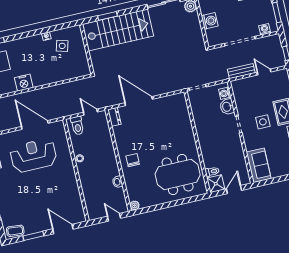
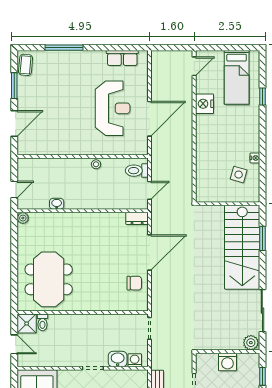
nightstand: (24, 83) -> (204, 104), moved
chair: (133, 160) -> (134, 283), moved

